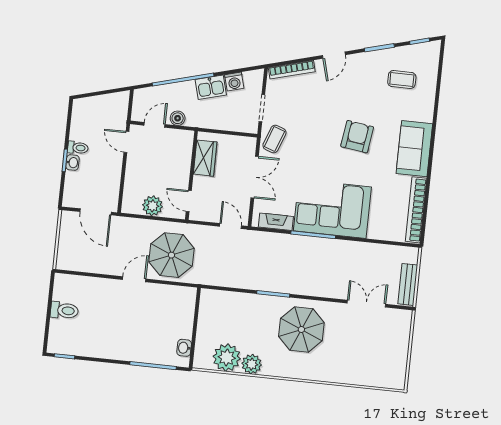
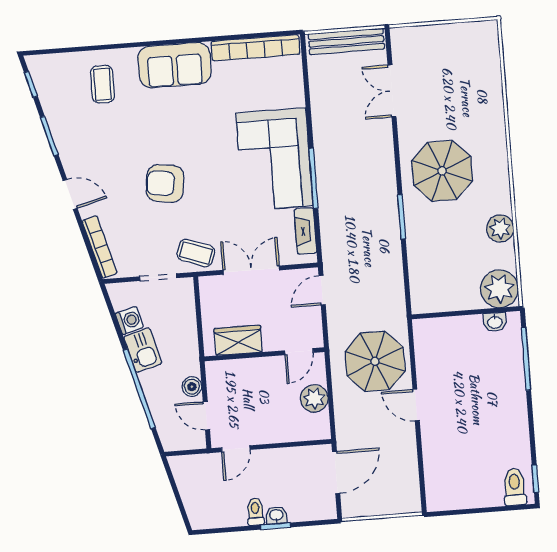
coffee table: (402, 80) -> (102, 84), moved
armchair: (357, 137) -> (165, 183), moved
bench: (408, 284) -> (346, 41), width x1.36
toilet: (64, 310) -> (515, 487), moved
plant: (227, 358) -> (499, 289), moved

